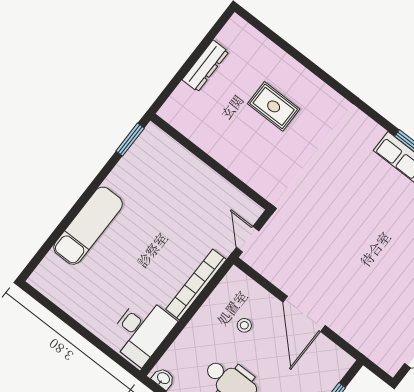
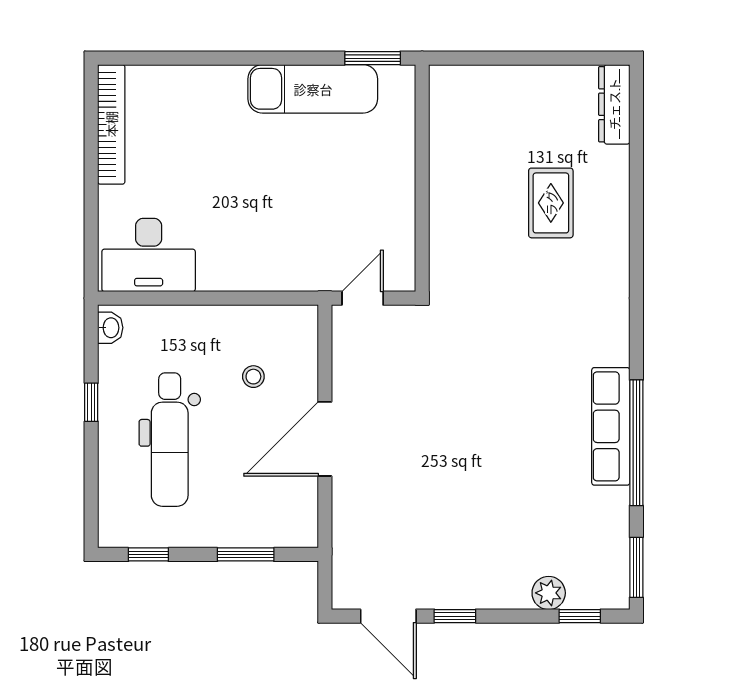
dresser: (205, 66) -> (614, 104), moved, turned 90
exam couch: (88, 226) -> (313, 89), moved
bookcase: (196, 284) -> (111, 124), moved, turned 90

